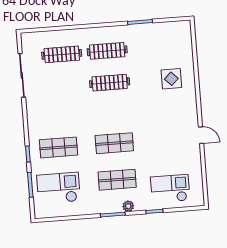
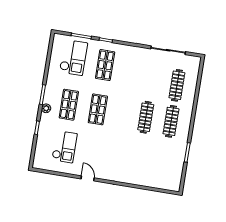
display table: (171, 79) -> (137, 166), removed
door: (201, 135) -> (88, 178), swing flipped
checkout: (170, 189) -> (65, 147), moved

